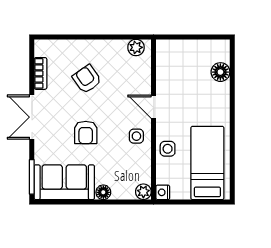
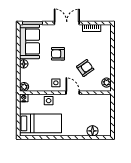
armchair: (87, 79) -> (85, 68), moved
door: (154, 107) -> (73, 93), hinge flipped

